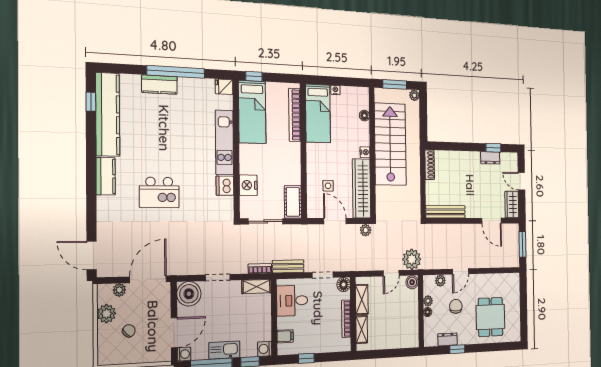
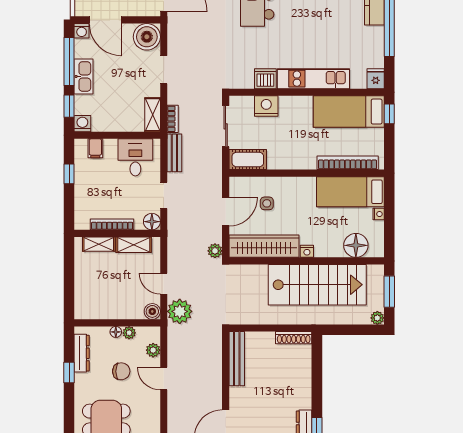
floor lamp: (364, 116) -> (356, 245), width x1.89, depth x1.89
dresser: (448, 339) -> (82, 353), width x1.44

